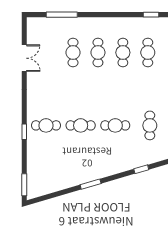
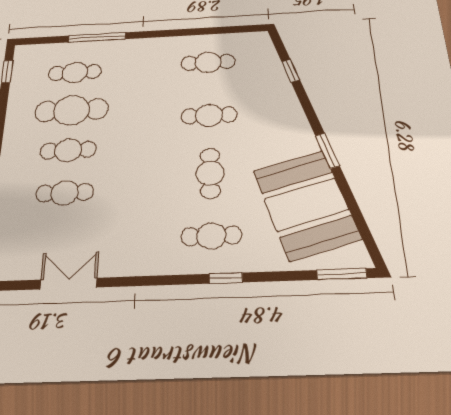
cafe table: (123, 53) -> (72, 110), width x1.37, depth x1.35
cafe table: (46, 125) -> (211, 236), turned 90
cafe table: (115, 125) -> (209, 115), turned 90
booth: (61, 171) -> (306, 204), added

